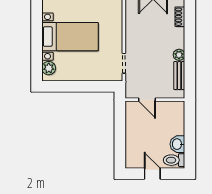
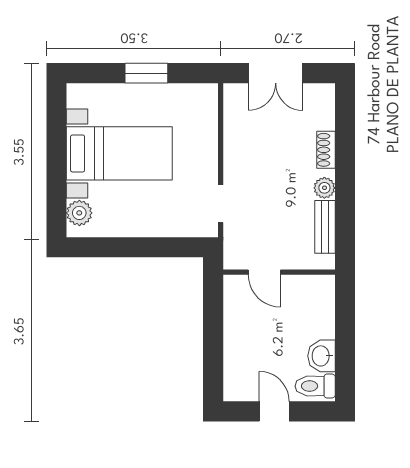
shoe rack: (180, 17) -> (326, 150), moved

